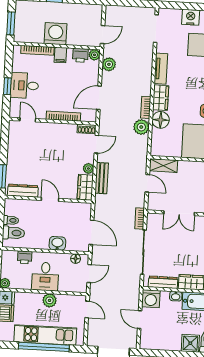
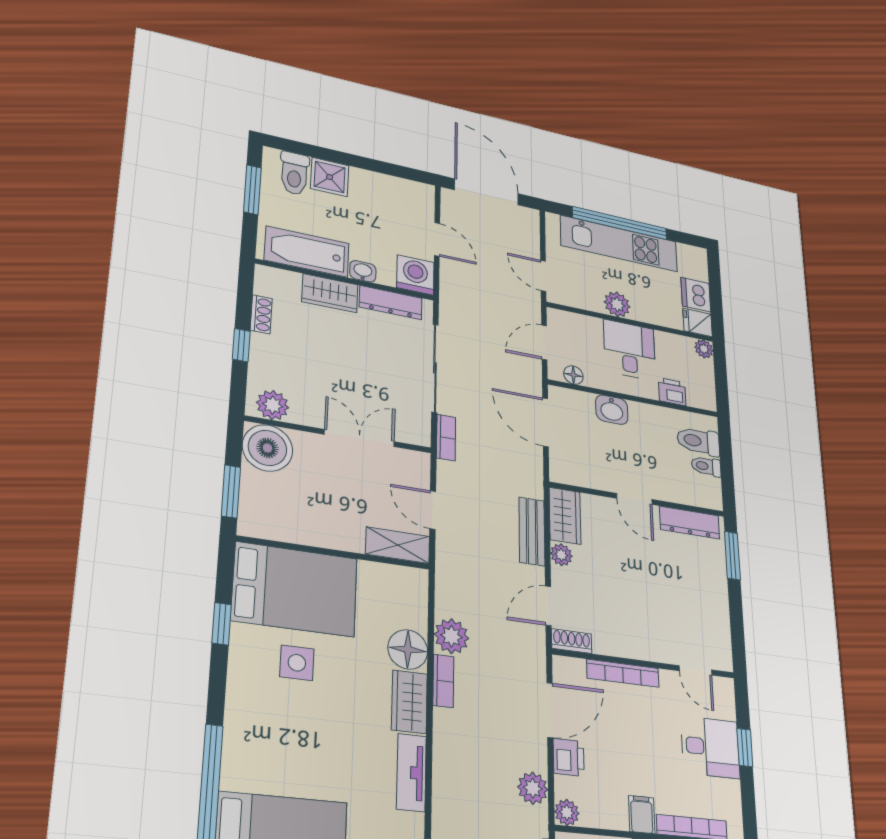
printer: (80, 55) -> (569, 757), moved, turned 90

